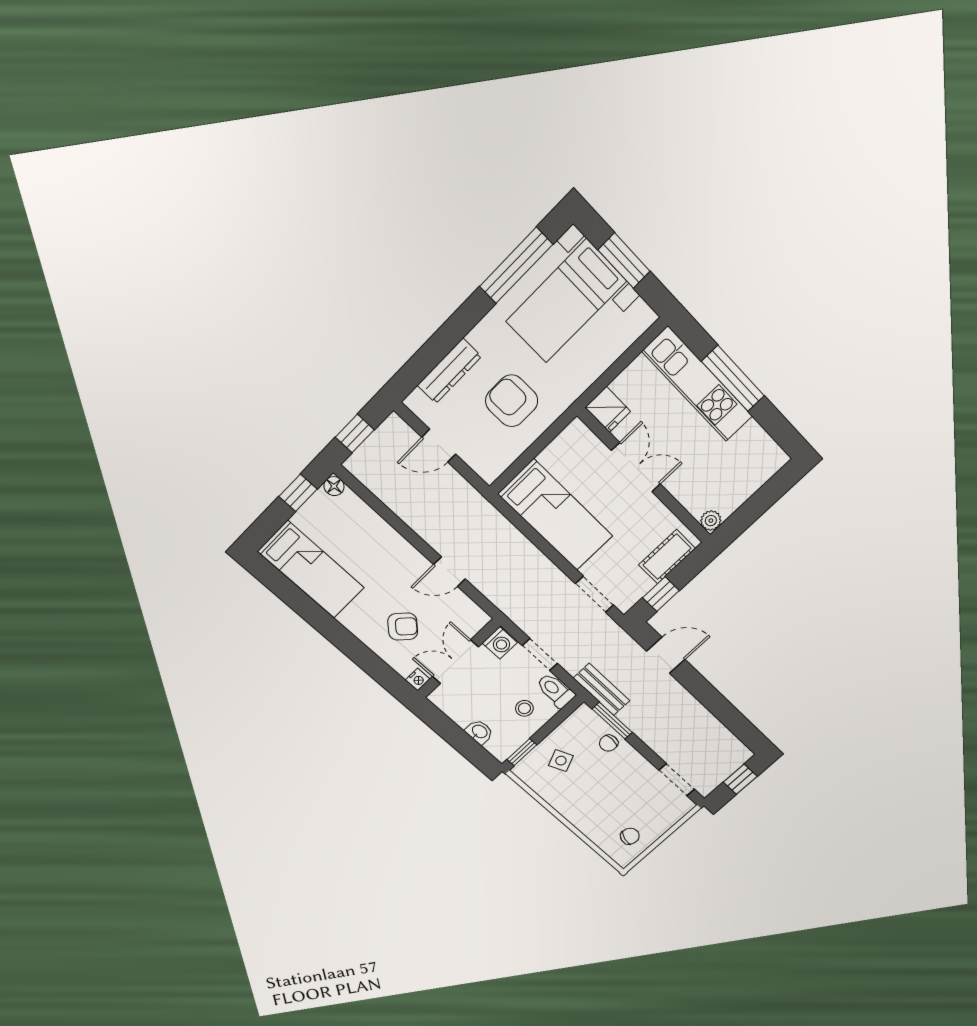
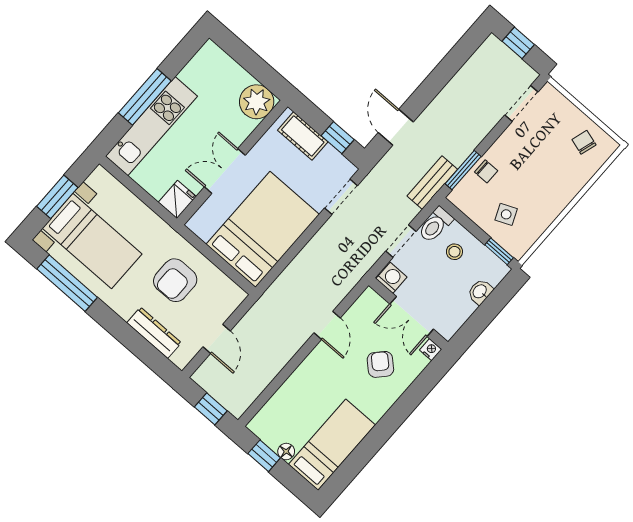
floor lamp: (334, 486) -> (286, 451), moved
bed: (556, 515) -> (263, 229), width x1.50
plant: (711, 521) -> (257, 102), width x1.88, depth x1.88

